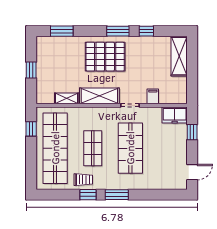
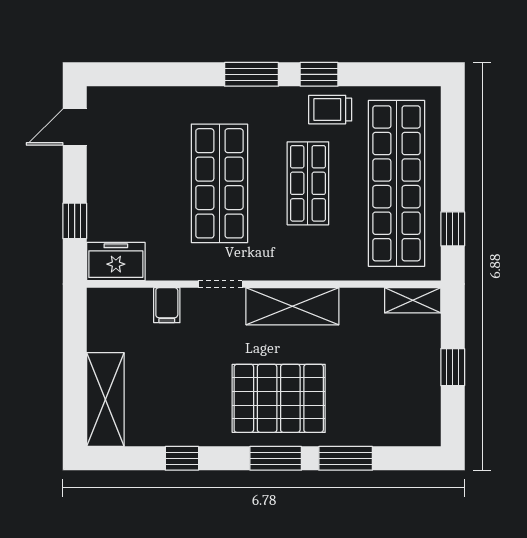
window: (62, 31) -> (346, 458), moved
window: (118, 31) -> (276, 458), moved
shelving: (67, 98) -> (413, 300), moved

